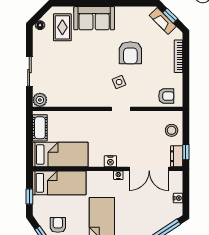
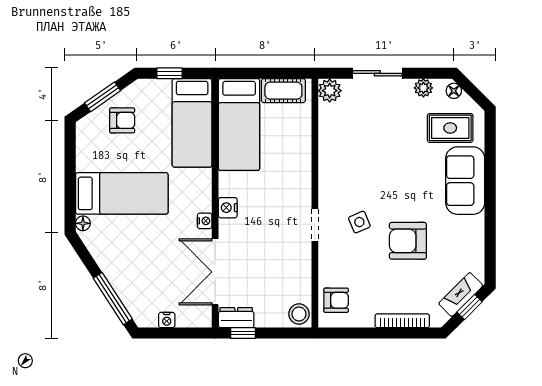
plant: (38, 43) -> (423, 88), added
armchair: (166, 96) -> (336, 300), turned -90
stool: (172, 130) -> (299, 314), moved

